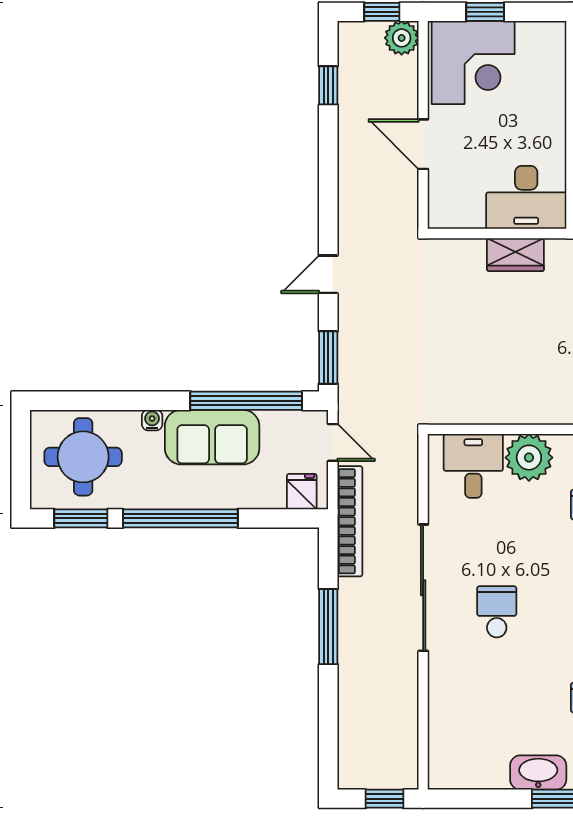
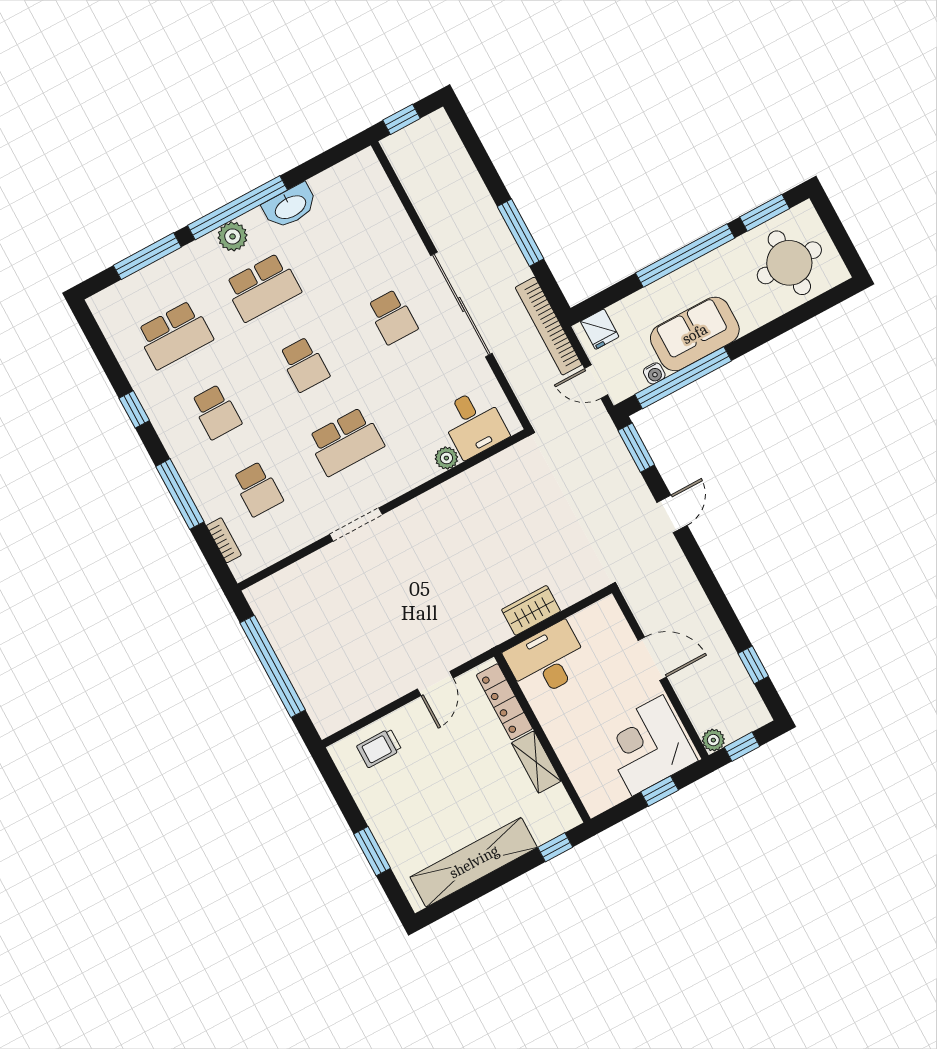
plant: (402, 38) -> (713, 740), width x0.73, depth x0.73
water cooler: (152, 420) -> (654, 373), moved
plant: (529, 458) -> (446, 458), width x0.53, depth x0.53

